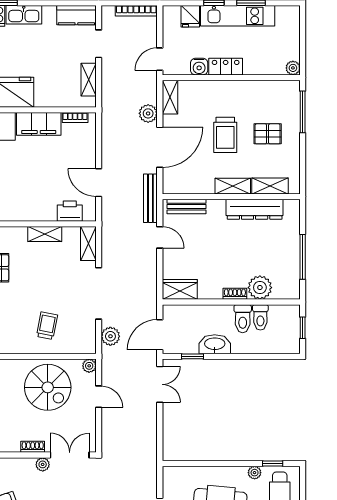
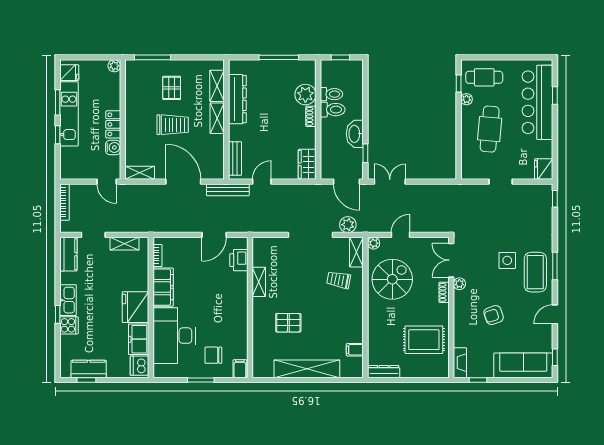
fridge: (190, 16) -> (69, 73), moved
plant: (148, 113) -> (154, 192), removed
shelving: (88, 244) -> (356, 252), moved, turned 90

